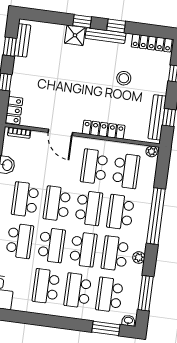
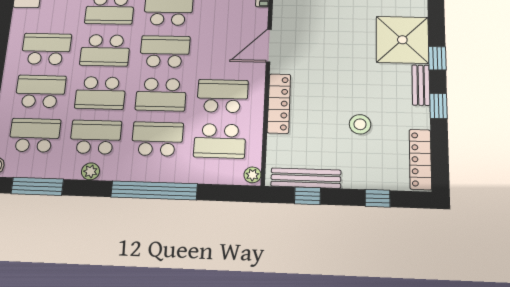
shower: (75, 35) -> (402, 40), width x1.86, depth x1.86
bench: (106, 36) -> (421, 85), width x0.73

